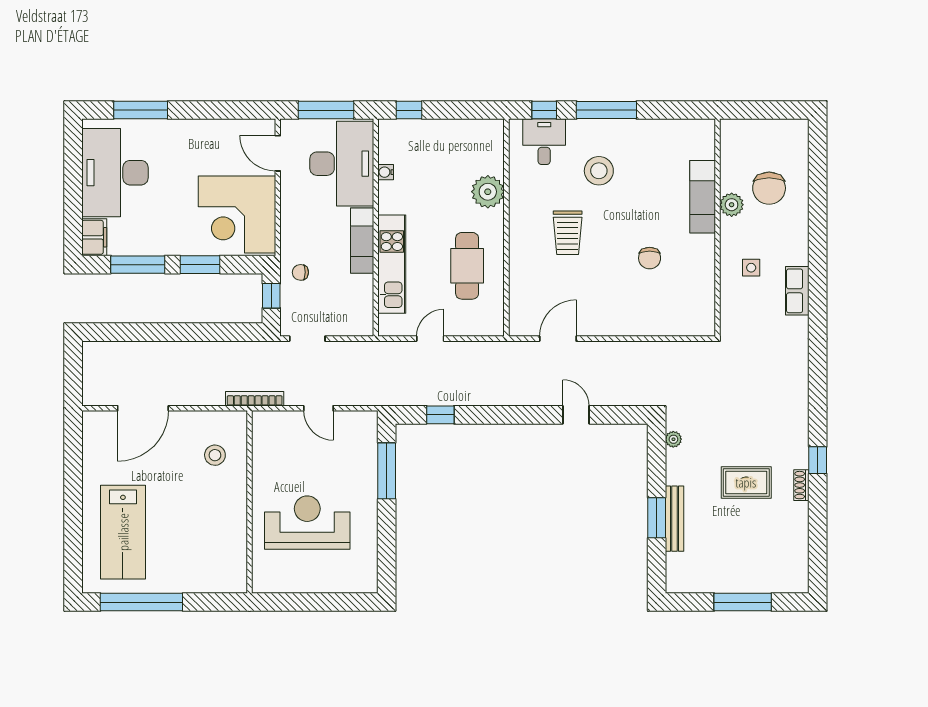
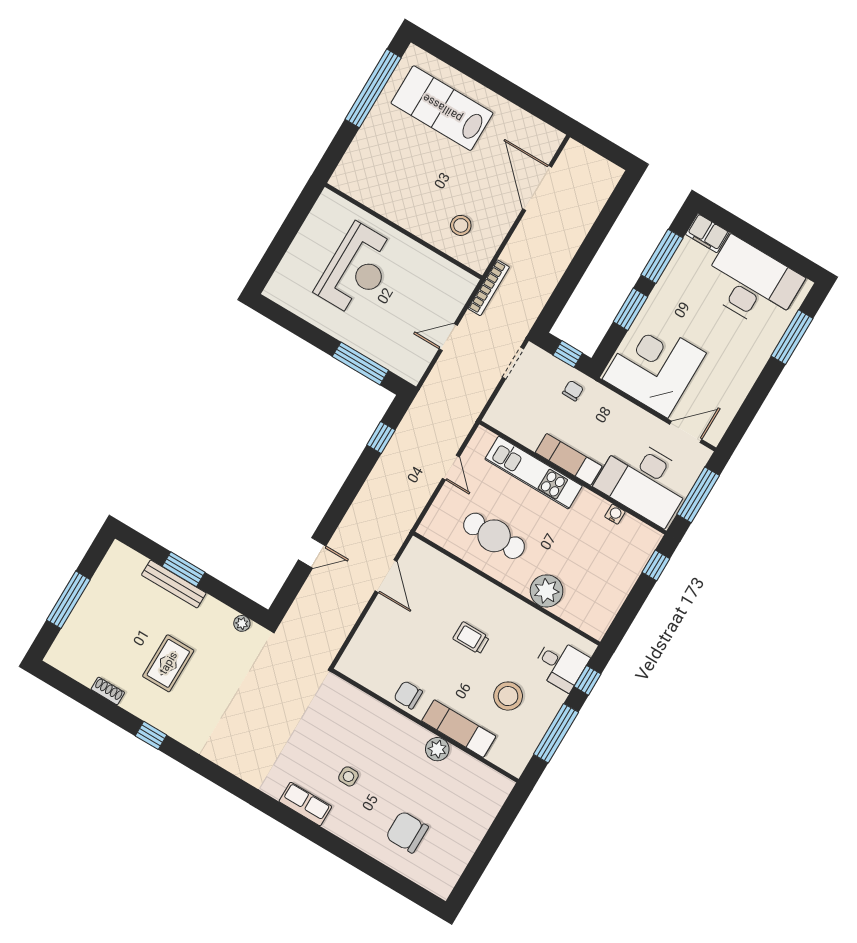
exam couch: (703, 197) -> (459, 729), moved
plant: (732, 205) -> (437, 749), moved
wall: (718, 228) -> (425, 726), moved
trolley: (568, 233) -> (471, 638), width x0.73, depth x0.72
shoe rack: (801, 485) -> (108, 691), moved

